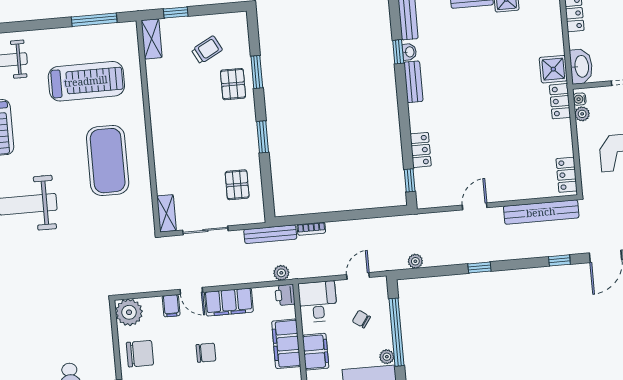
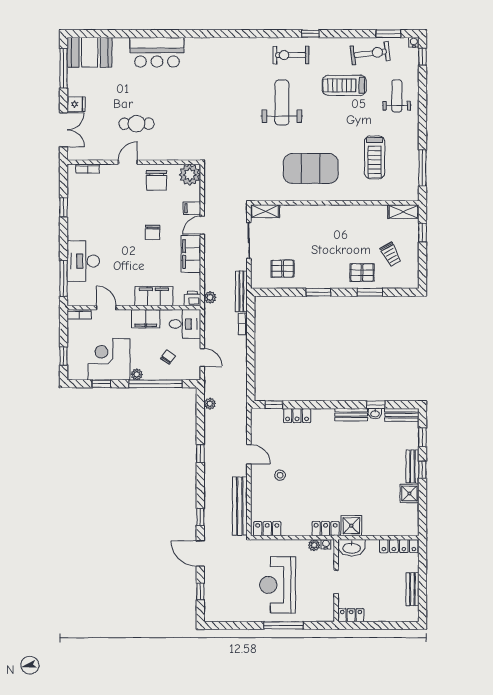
treadmill: (86, 81) -> (375, 157), width x0.73, depth x0.73
stool: (498, 165) -> (280, 475), added

